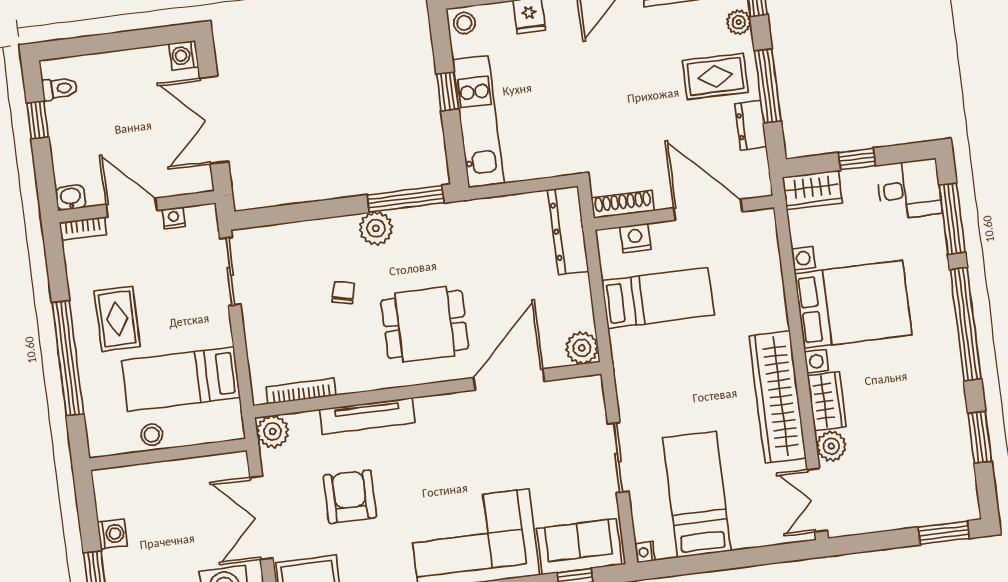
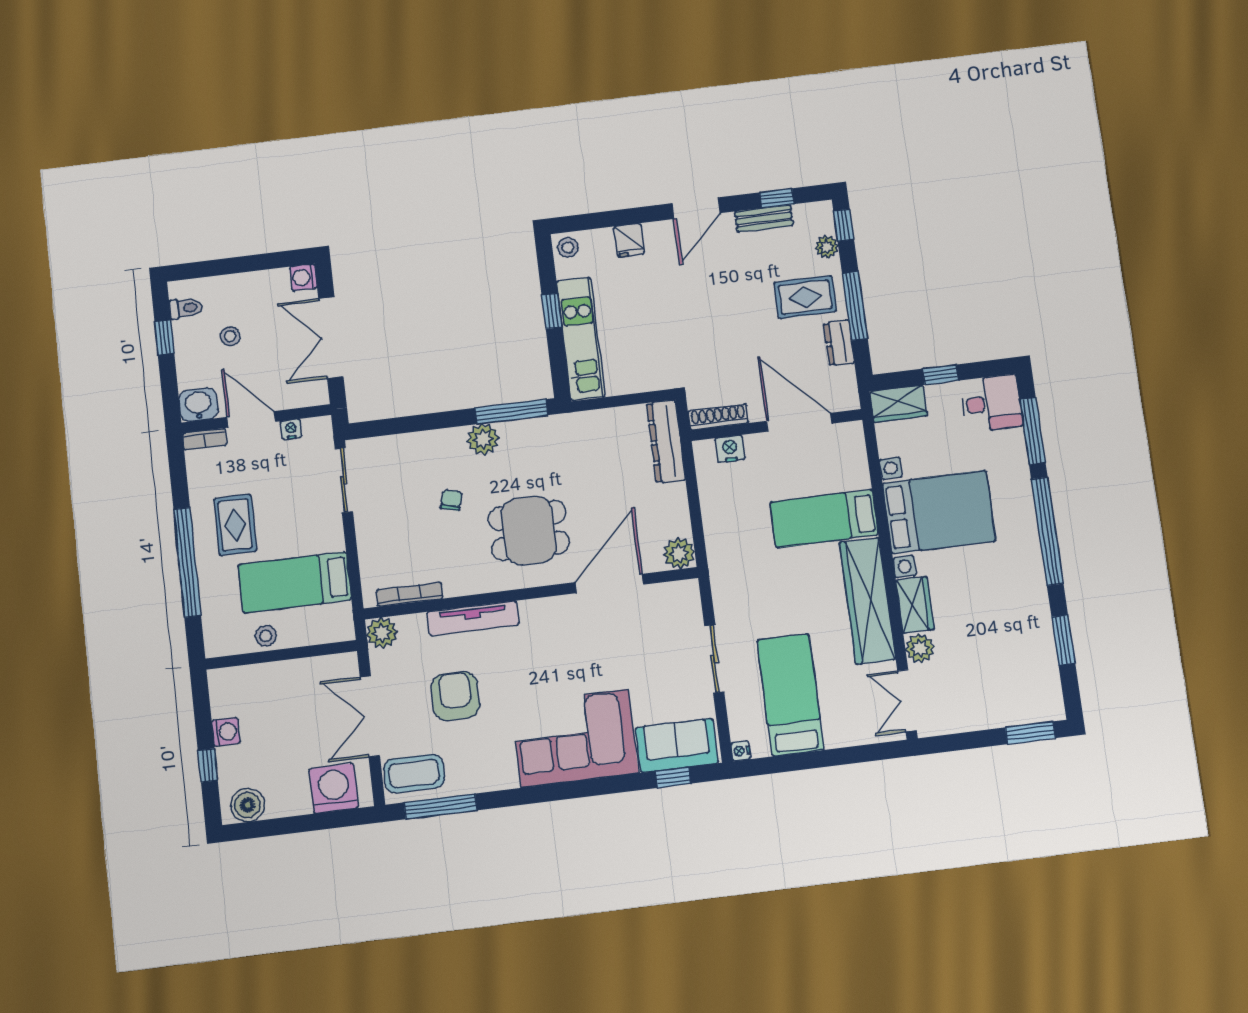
stool: (107, 119) -> (230, 336), added
washbasin: (71, 198) -> (198, 405), width x1.38, depth x1.45
bed: (658, 298) -> (824, 519), moved, turned 180

